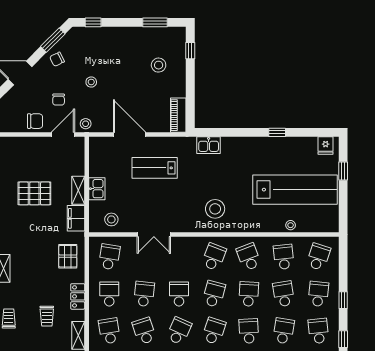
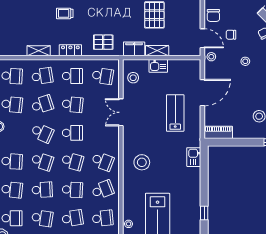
trolley: (47, 316) -> (65, 13), moved

